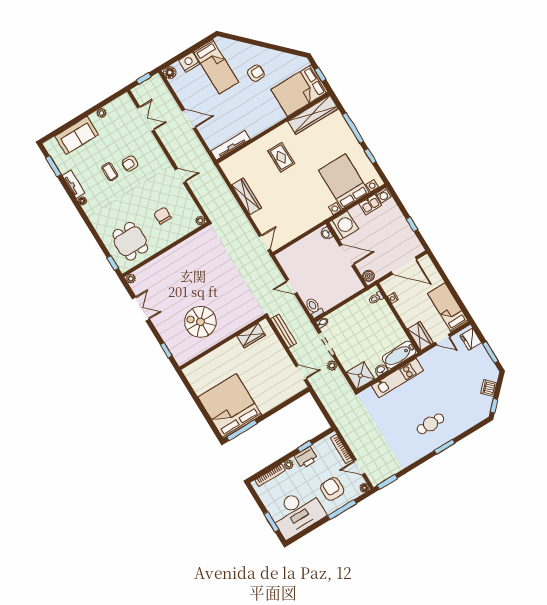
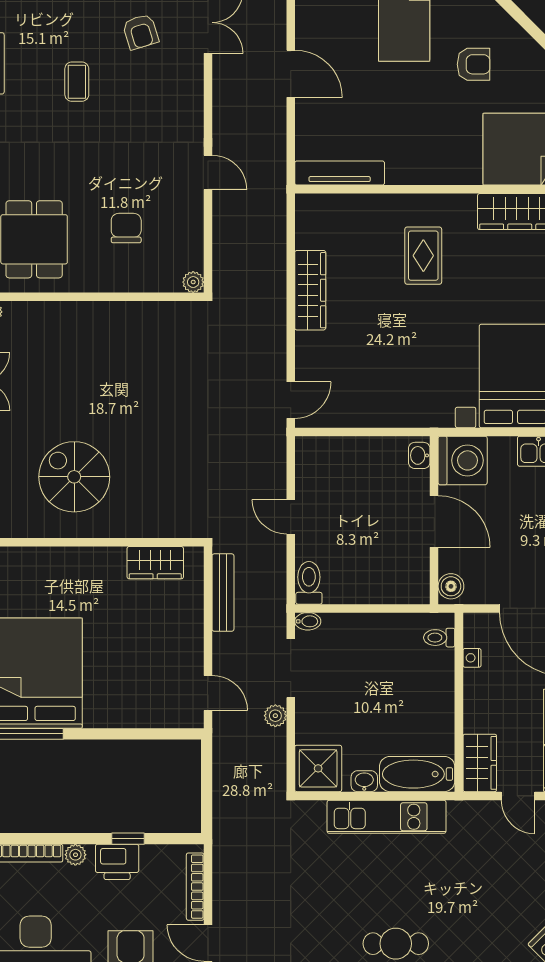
armchair: (130, 164) -> (141, 32), moved, turned -107

